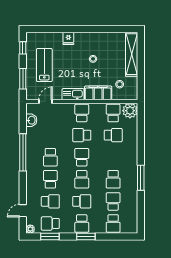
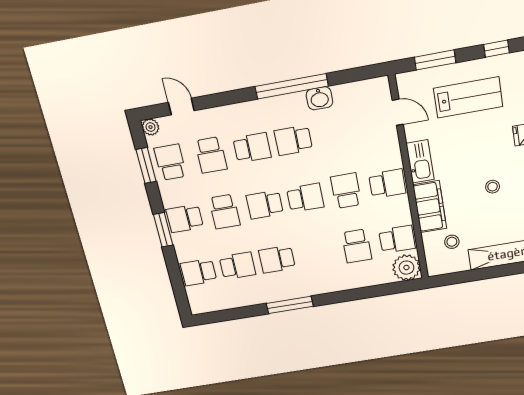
washbasin: (31, 120) -> (319, 98), moved

